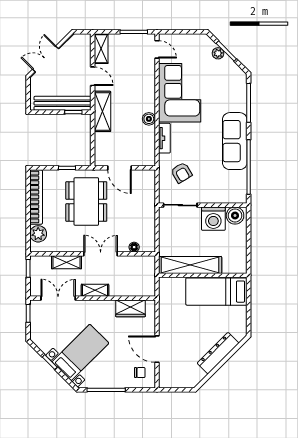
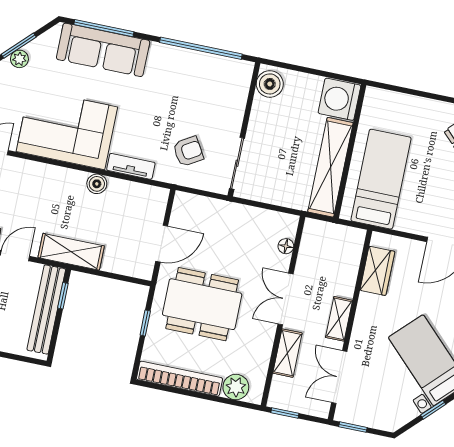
sofa: (235, 141) -> (103, 50), moved
washing machine: (213, 219) -> (339, 99), moved, turned 180
bed: (216, 292) -> (381, 179), moved, turned 180

